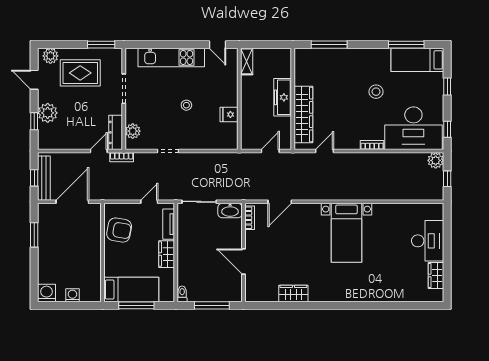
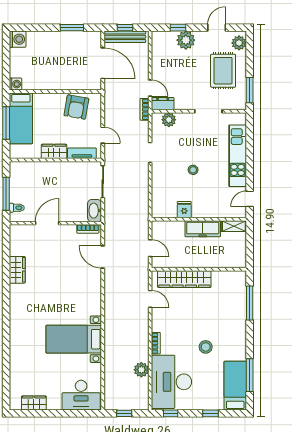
freezer: (283, 97) -> (203, 229), moved, turned 180
dresser: (116, 132) -> (163, 104), width x0.70
plant: (436, 160) -> (141, 370), moved
bed with nightstands: (346, 233) -> (74, 339), moved
desk: (428, 241) -> (81, 395), moved
toilet: (182, 294) -> (17, 208), moved
washing machine: (72, 295) -> (15, 84), moved

